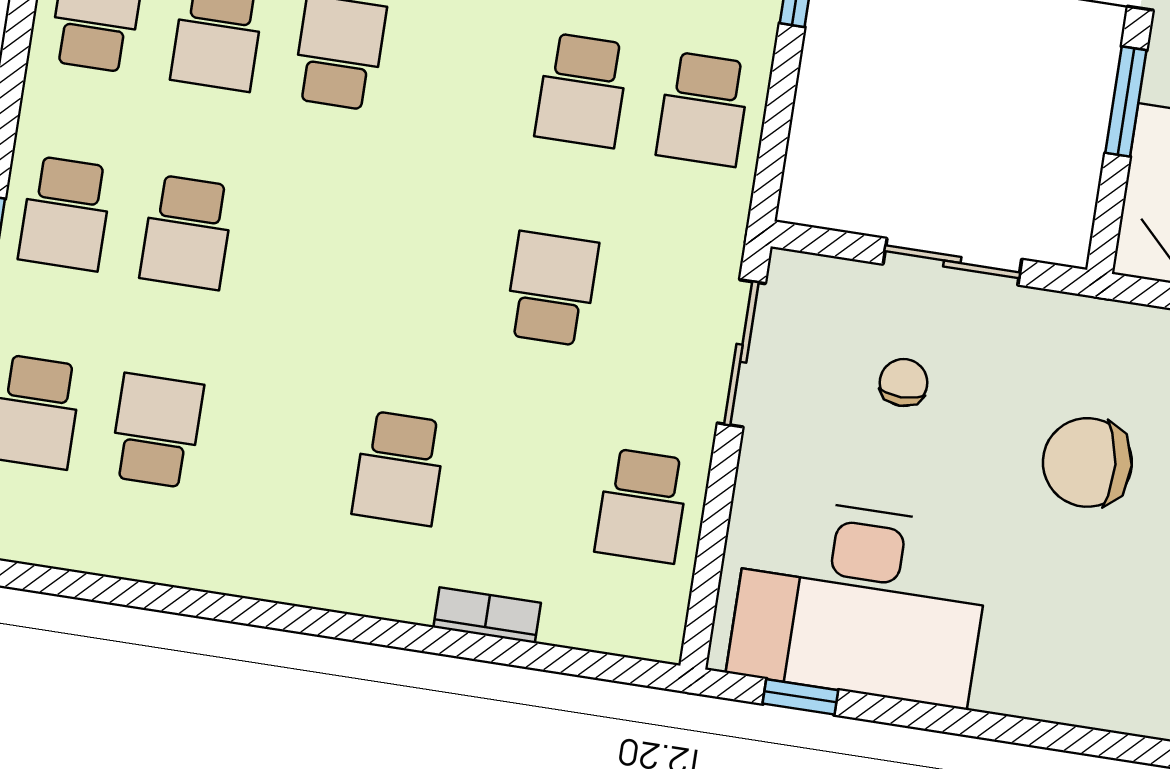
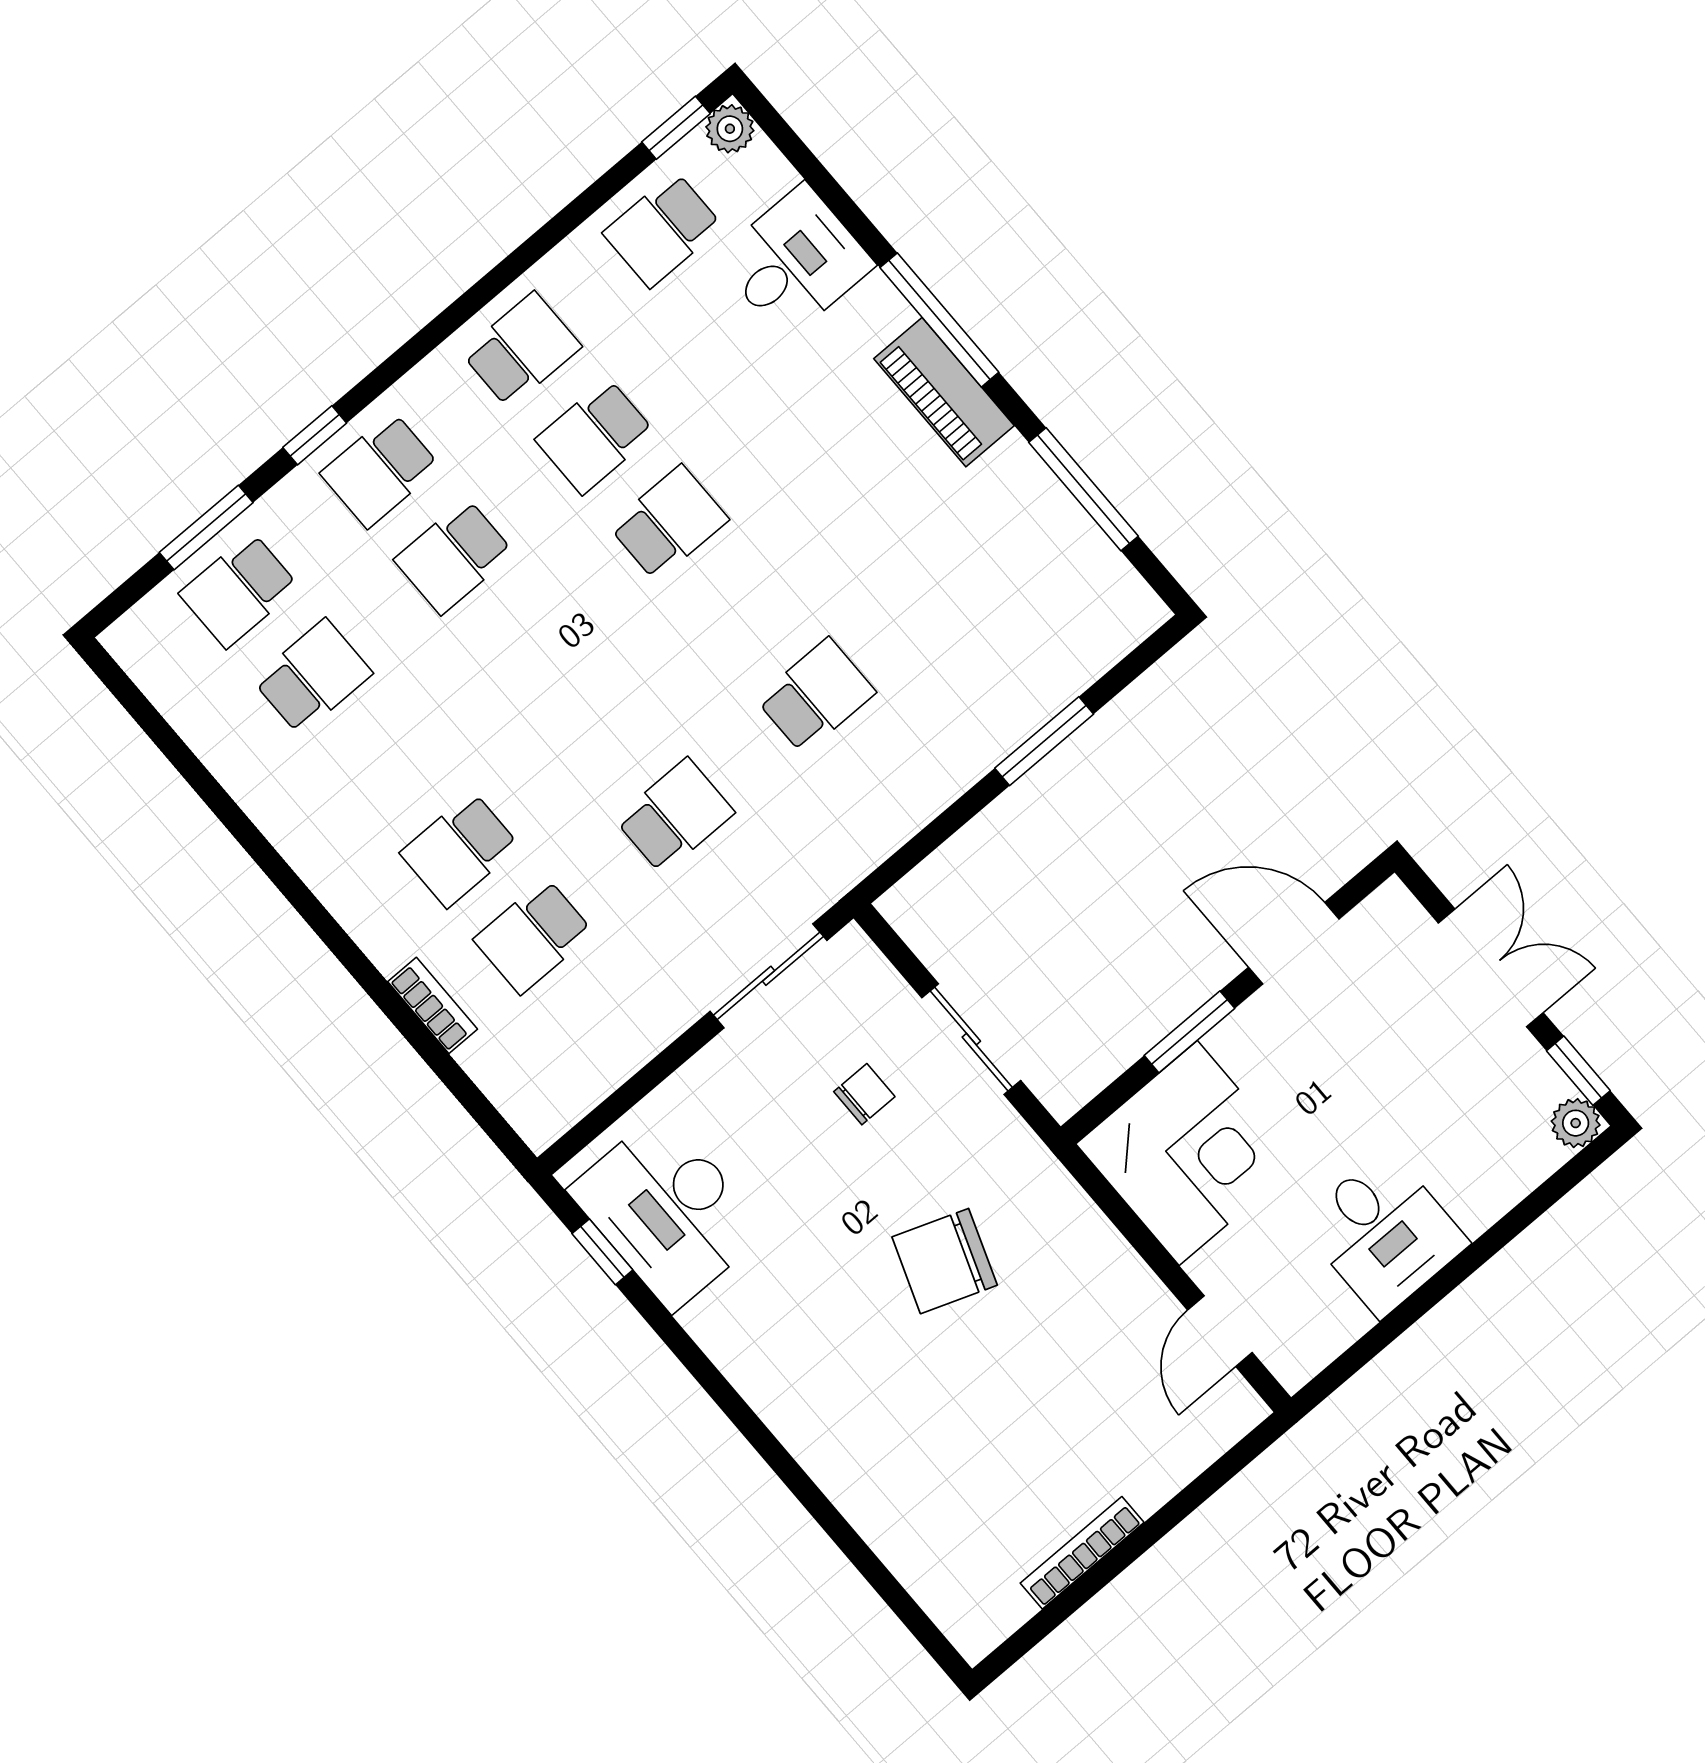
school desk: (582, 90) -> (816, 696), turned 180
school desk: (704, 109) -> (889, 782), removed
chair: (1087, 462) -> (945, 1261), turned -65
school desk: (642, 506) -> (533, 936), moved
desk: (860, 601) -> (668, 1211), width x0.73, depth x0.77

